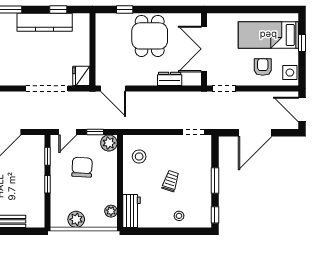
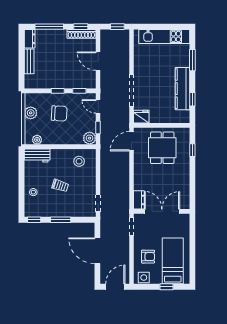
dining table: (150, 36) -> (162, 148), moved, turned 90
dresser: (170, 79) -> (139, 200), moved
chair: (82, 167) -> (59, 113), moved

